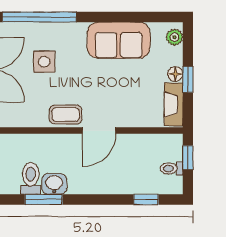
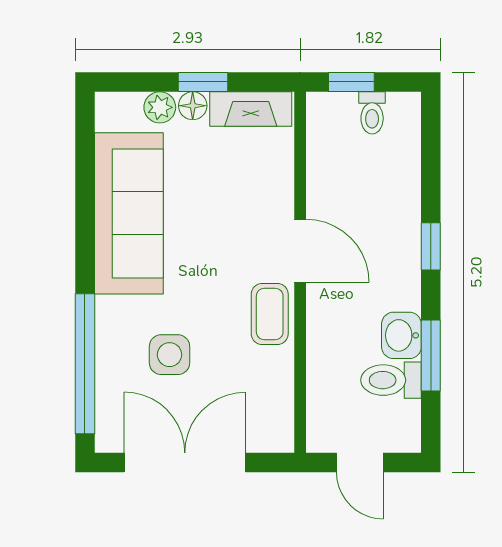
plant: (175, 37) -> (160, 107), moved
sofa: (119, 40) -> (129, 213), width x1.36
window: (146, 199) -> (431, 246), moved

